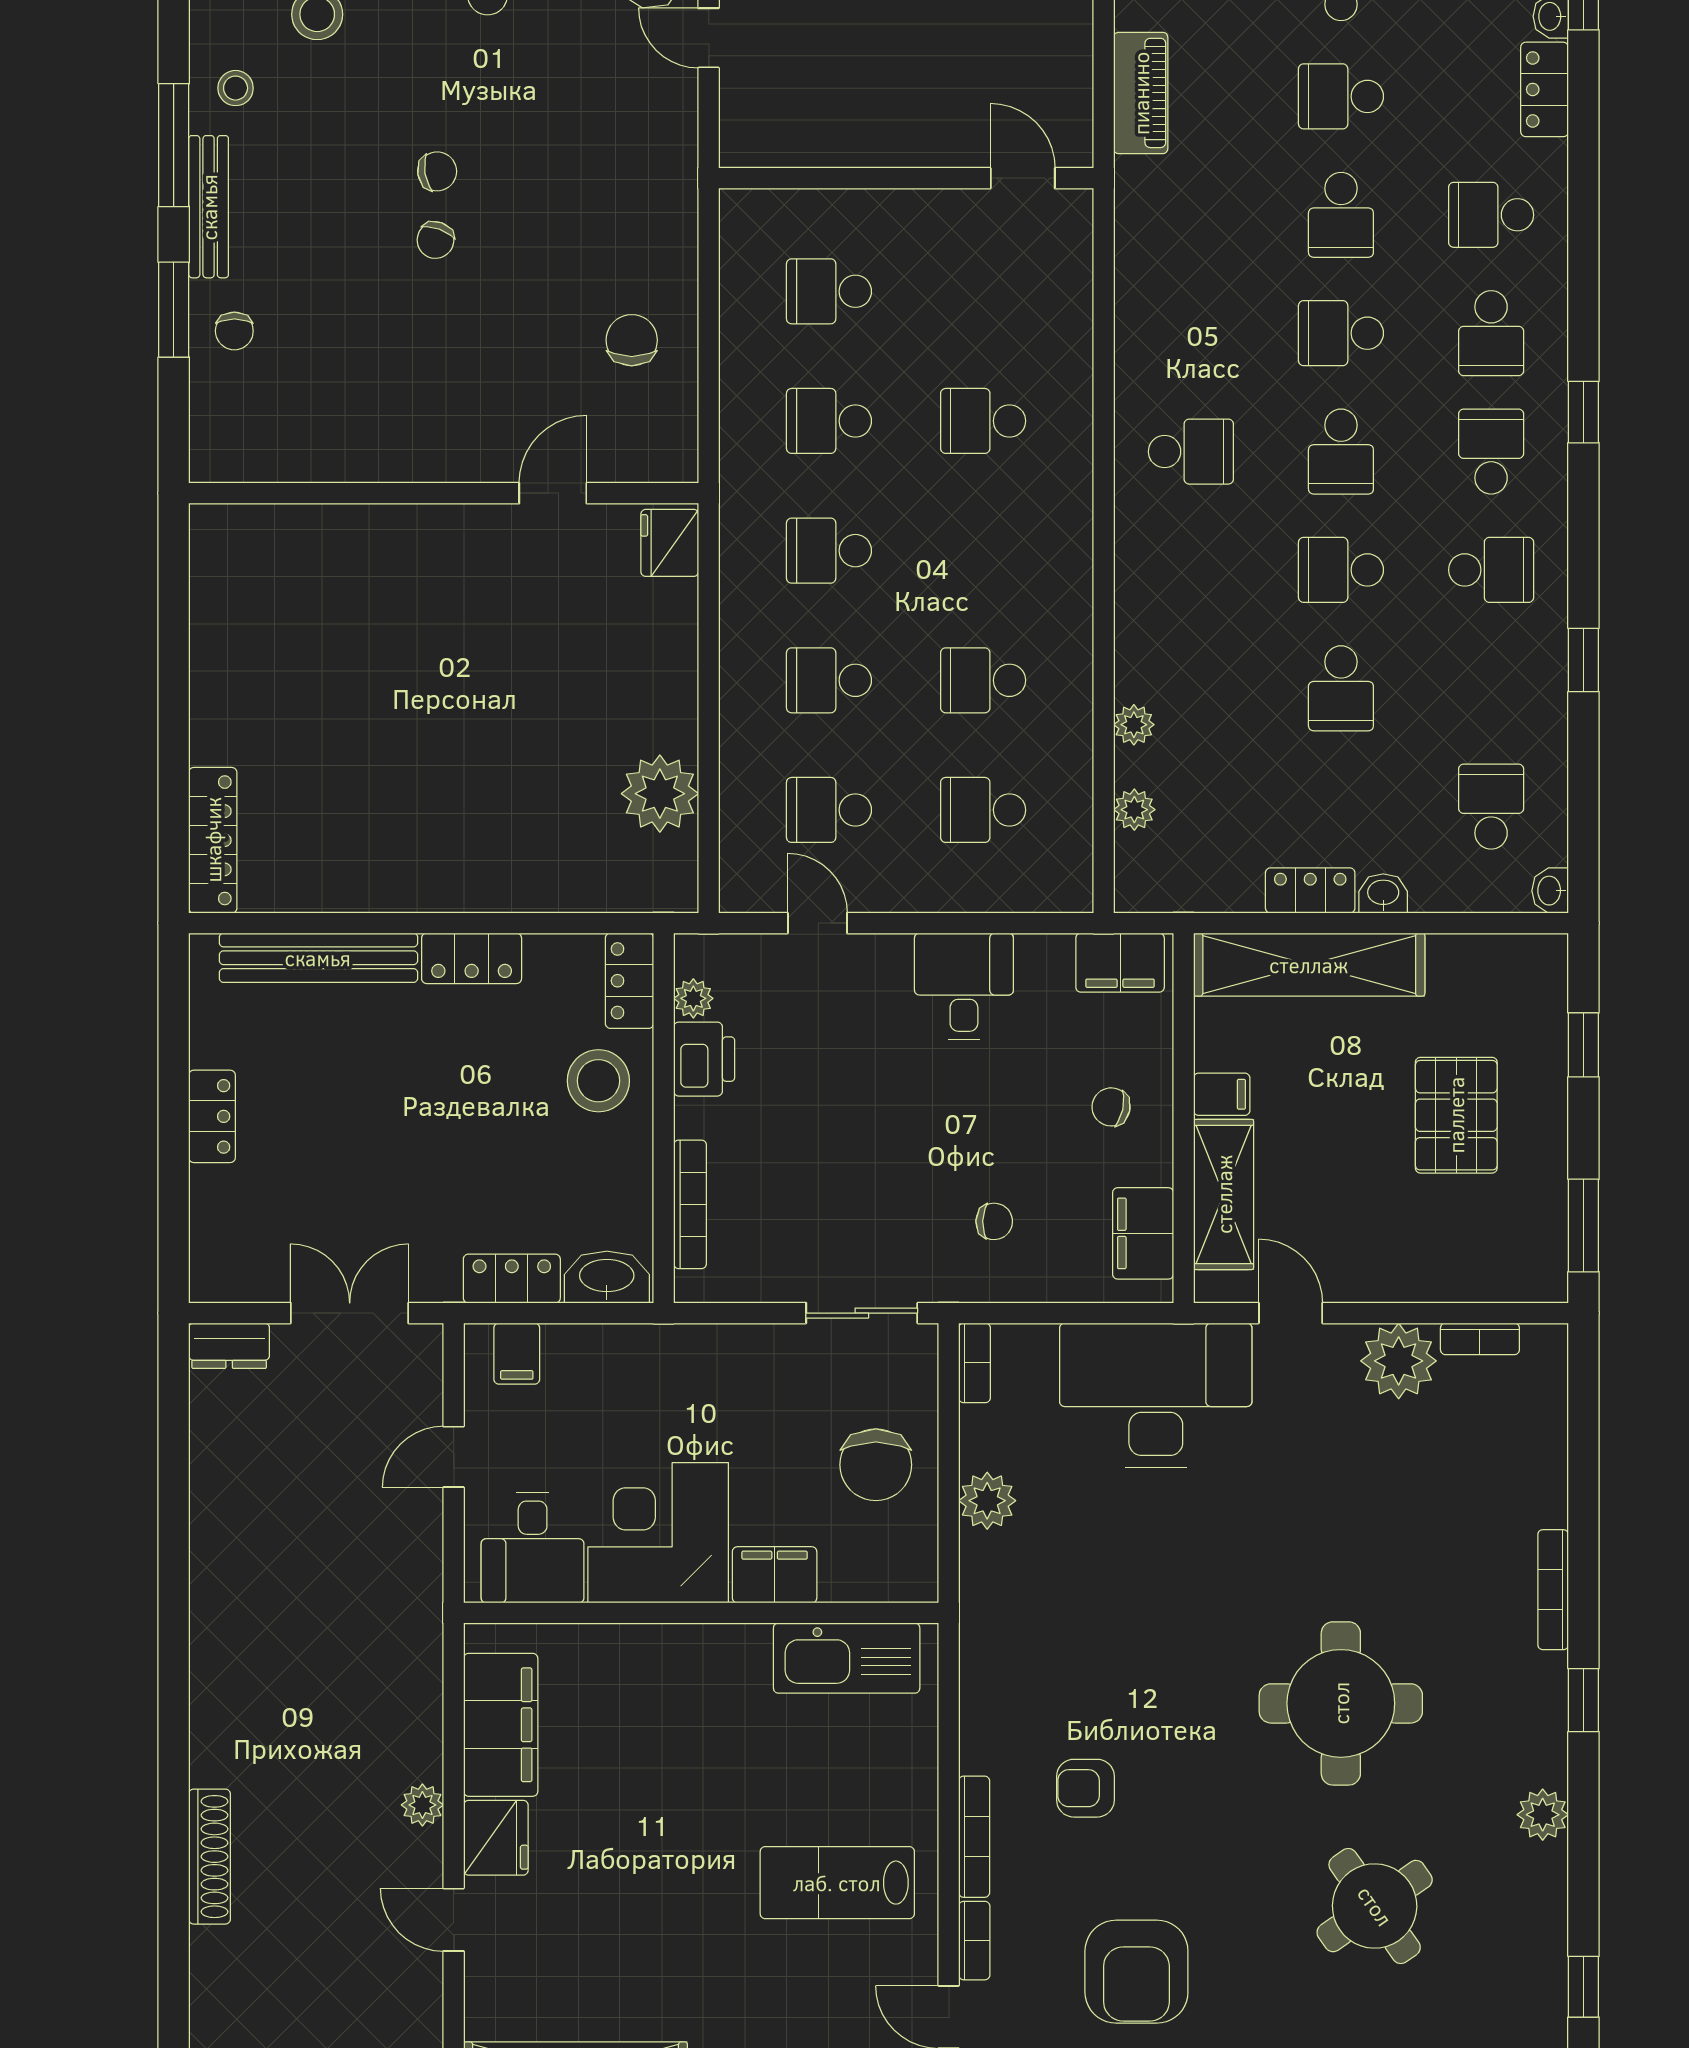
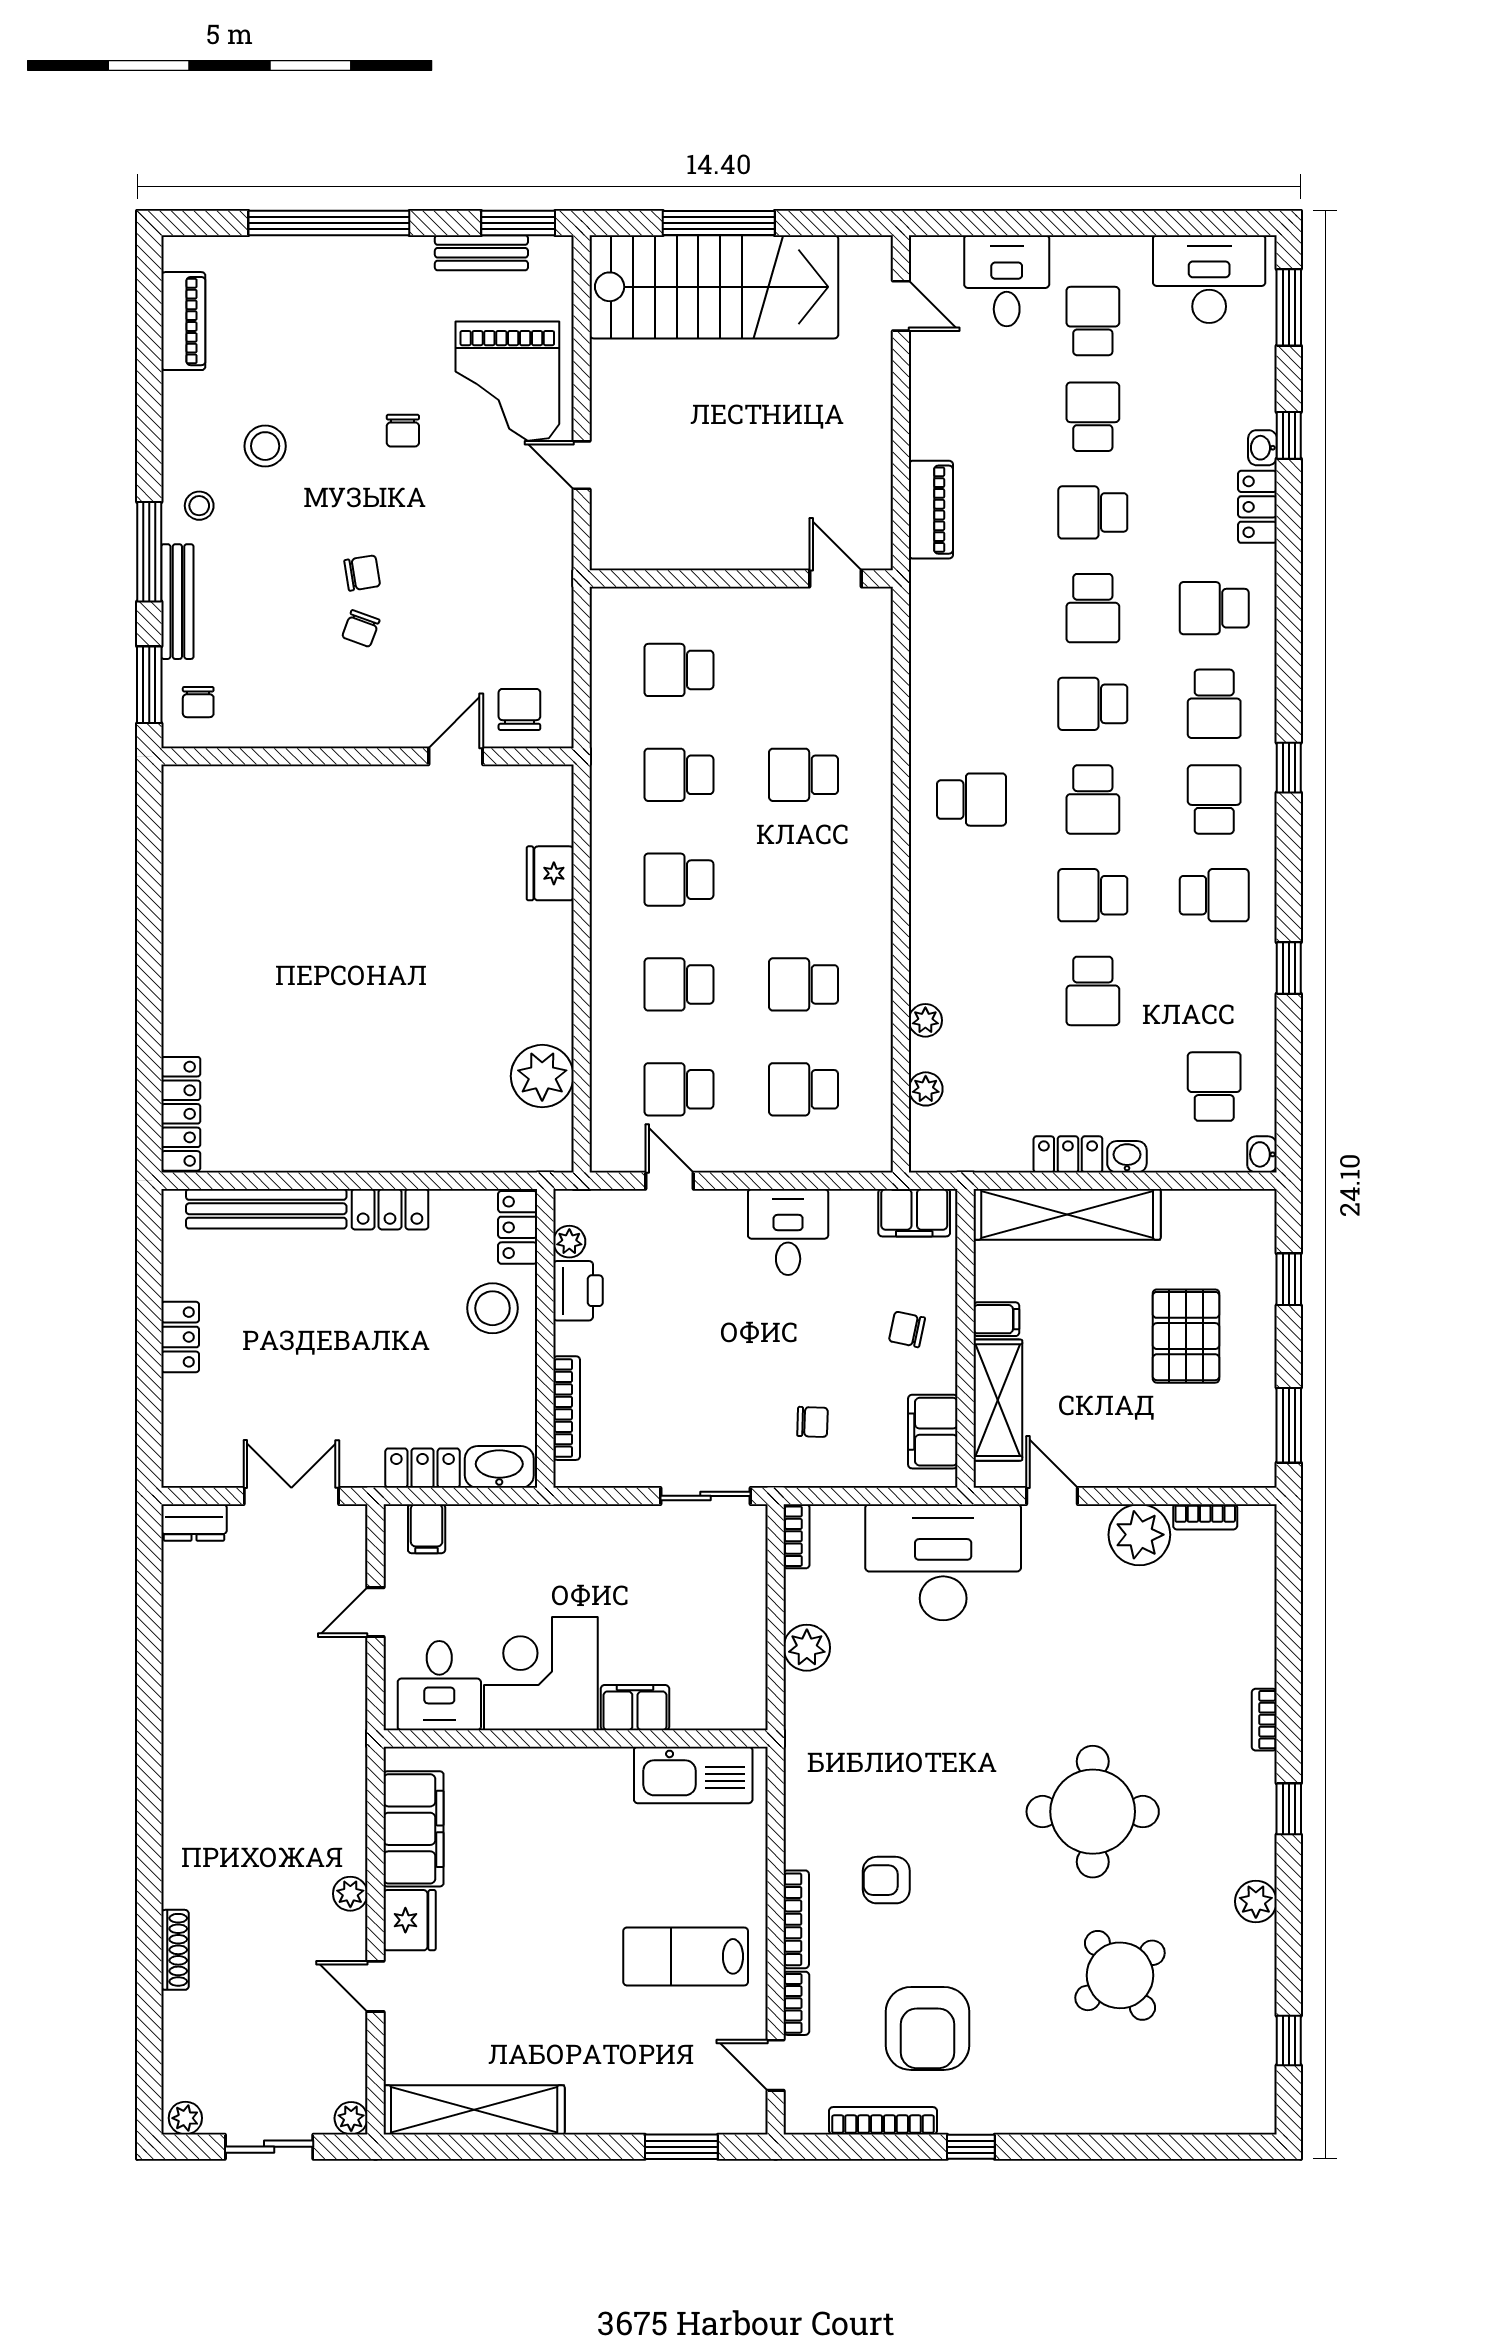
wall: (444, 493) -> (367, 756), moved
door: (553, 493) -> (456, 756), moved
chair: (876, 1465) -> (717, 1619), removed
bookcase: (1553, 1590) -> (1264, 1720), width x0.64
shoe rack: (210, 1857) -> (175, 1950), width x0.74, depth x0.81

